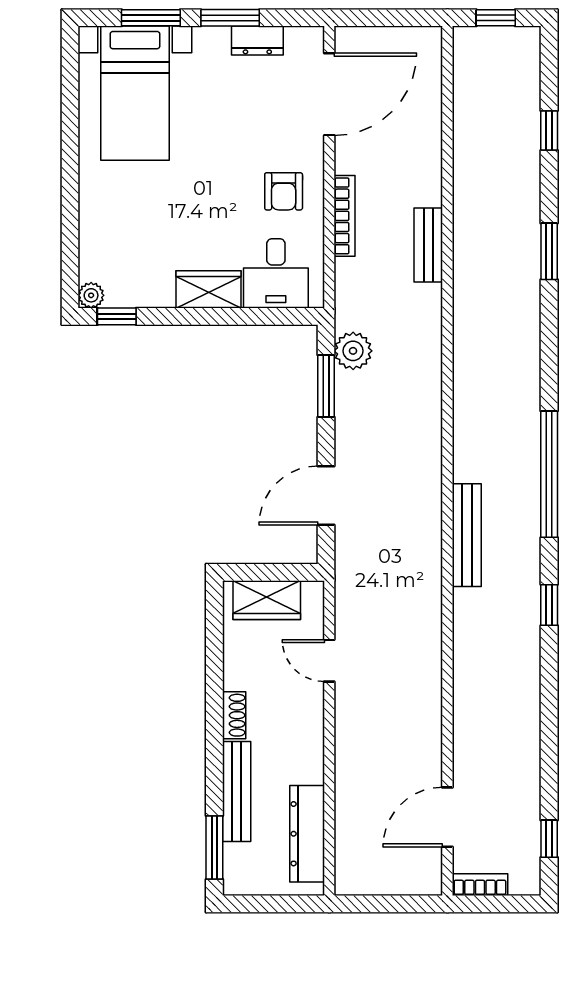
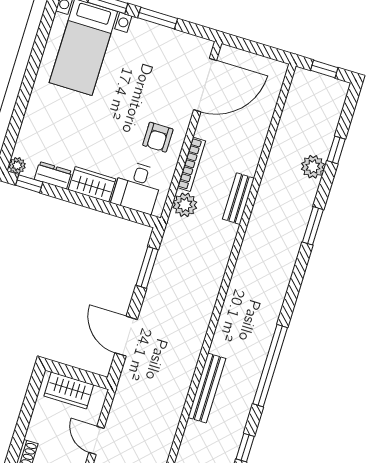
dresser: (257, 40) -> (53, 175), moved, turned 180
plant: (523, 165) -> (313, 167), added
plant: (353, 351) -> (185, 205), moved
door: (326, 496) -> (126, 336), hinge flipped

